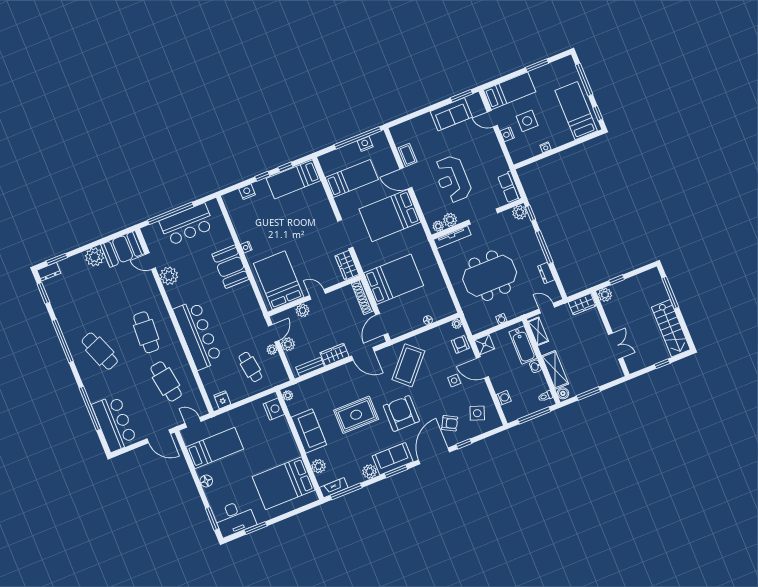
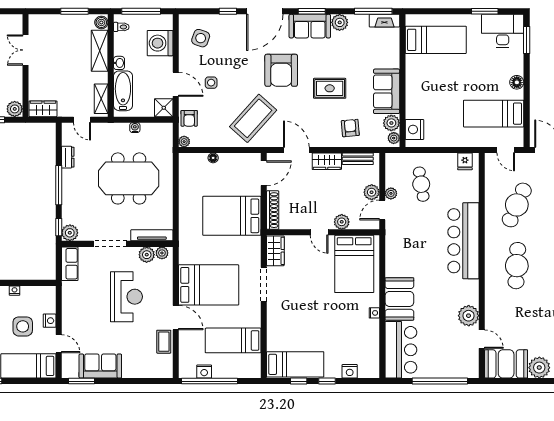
bar counter: (187, 224) -> (401, 350), moved, turned 90
cafe table: (166, 381) -> (517, 205), turned 33
washing machine: (504, 398) -> (160, 43), width x1.89, depth x1.89
rug: (356, 415) -> (330, 88), width x0.73, depth x0.70
armchair: (450, 423) -> (350, 128), moved, turned 56
plant: (319, 466) -> (391, 123), moved
bed: (284, 483) -> (436, 40), width x0.67

